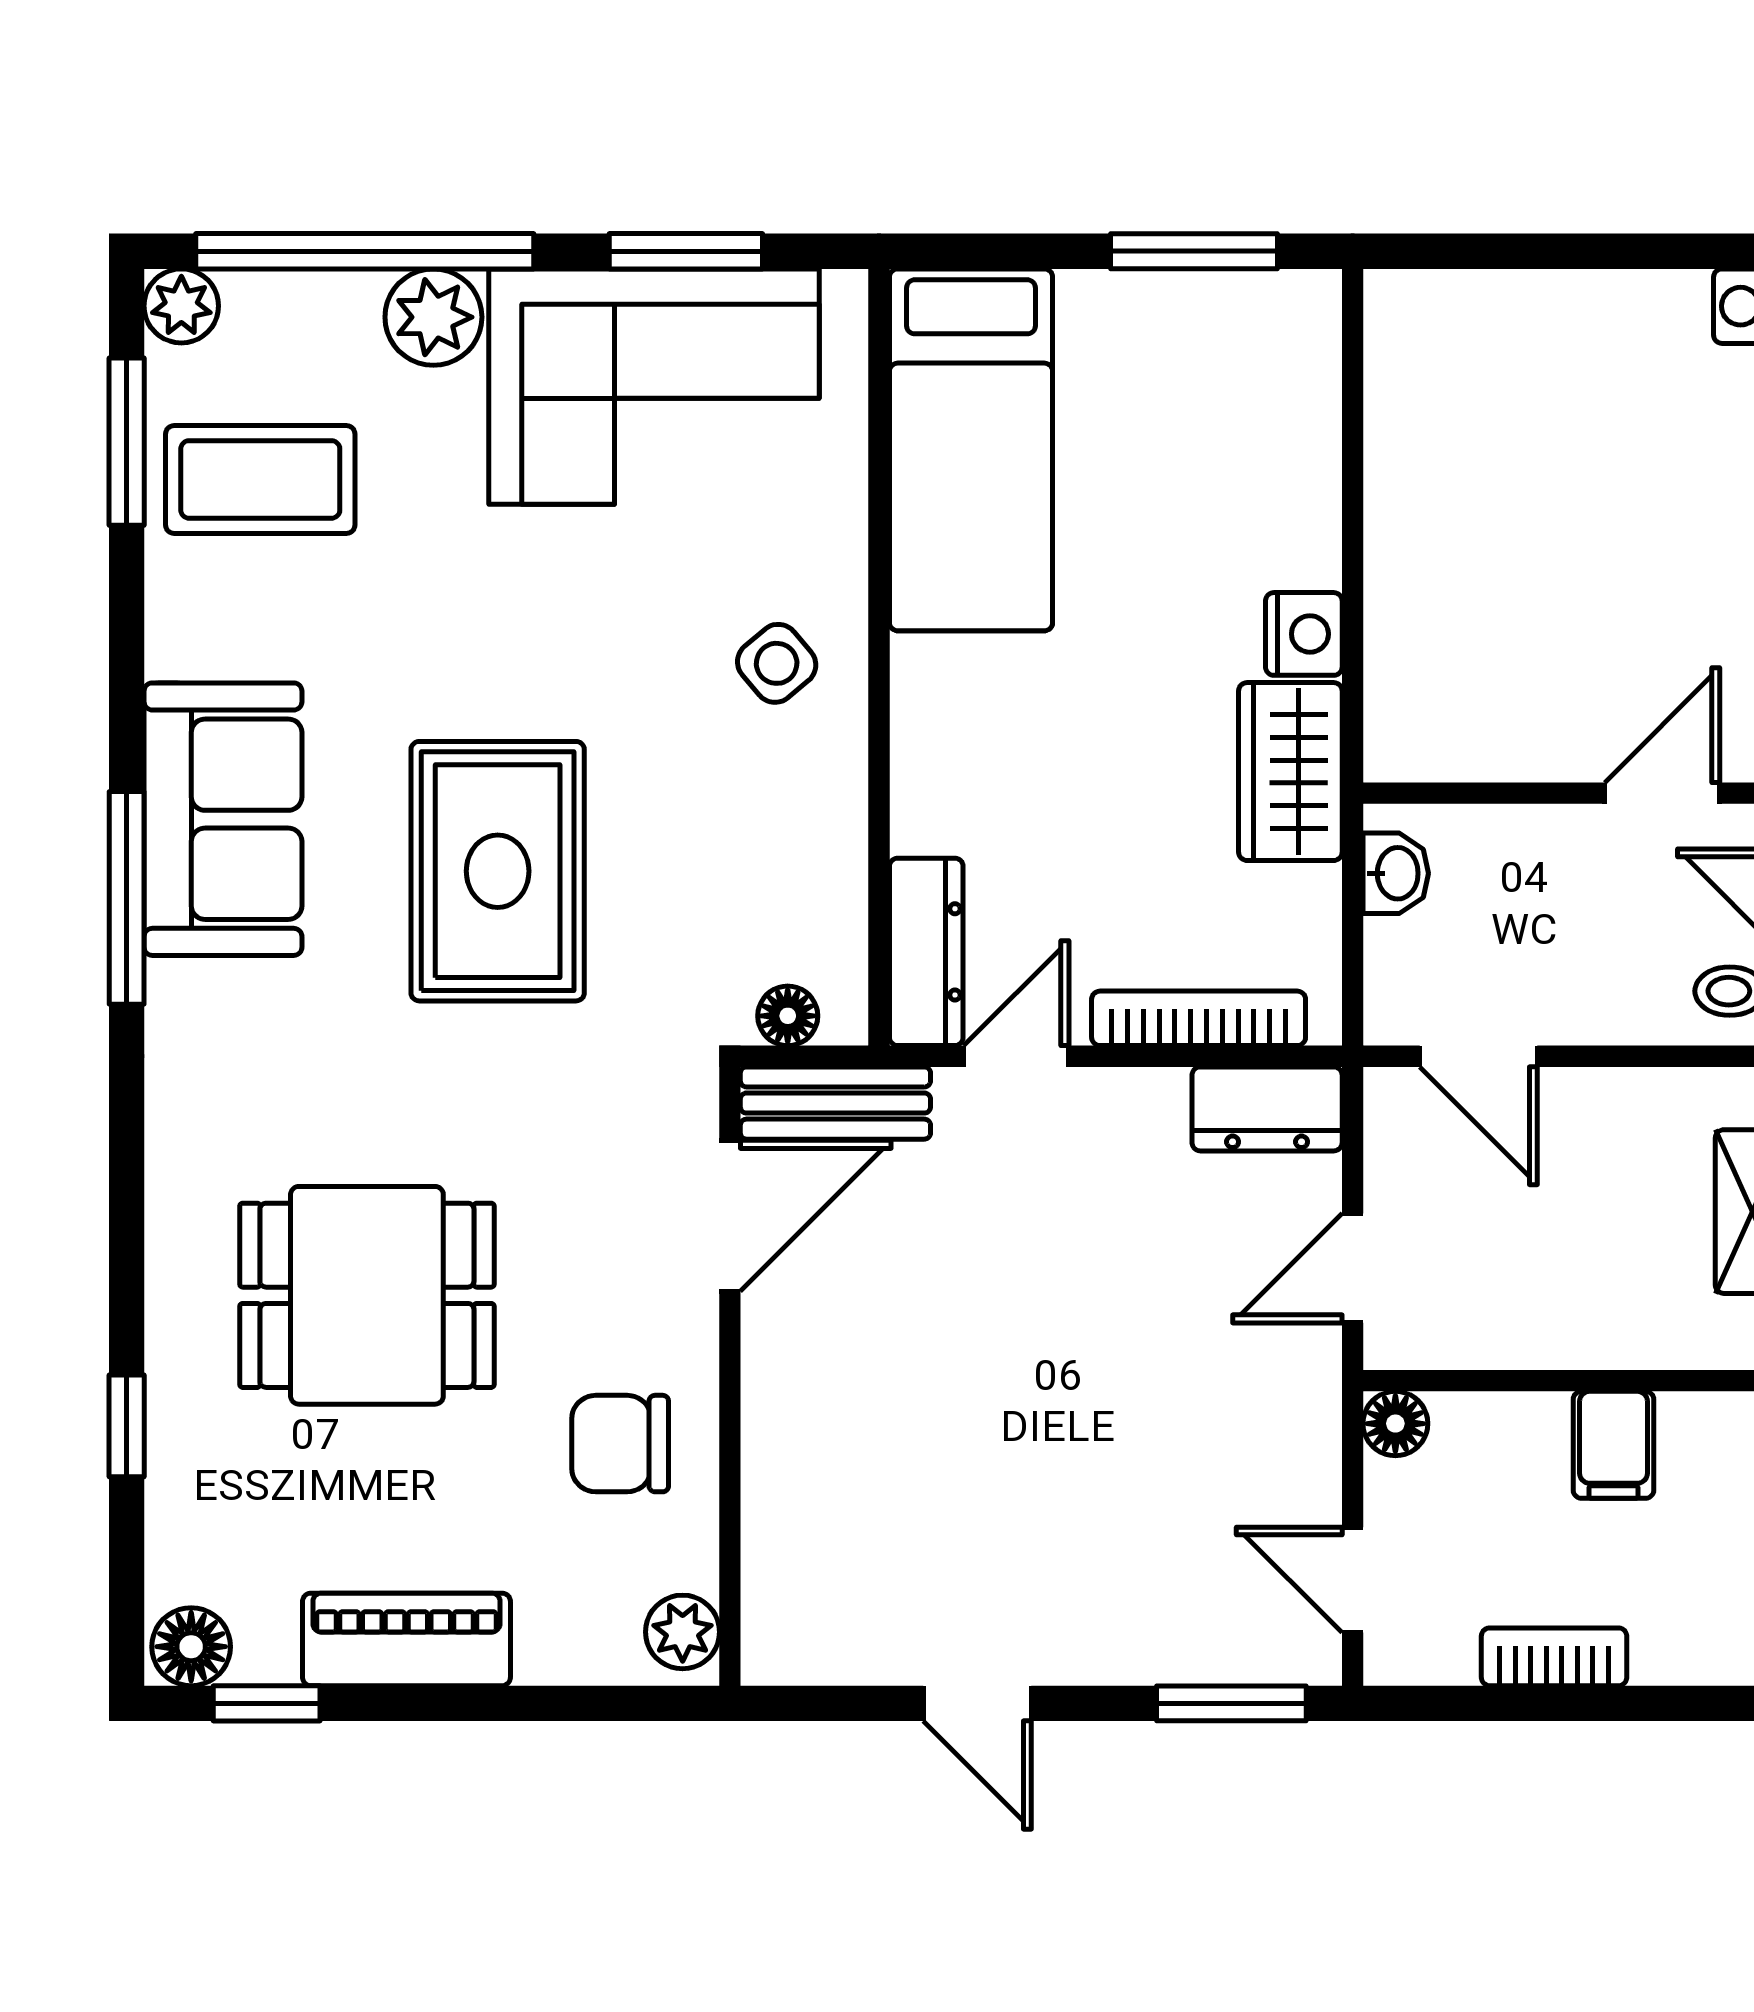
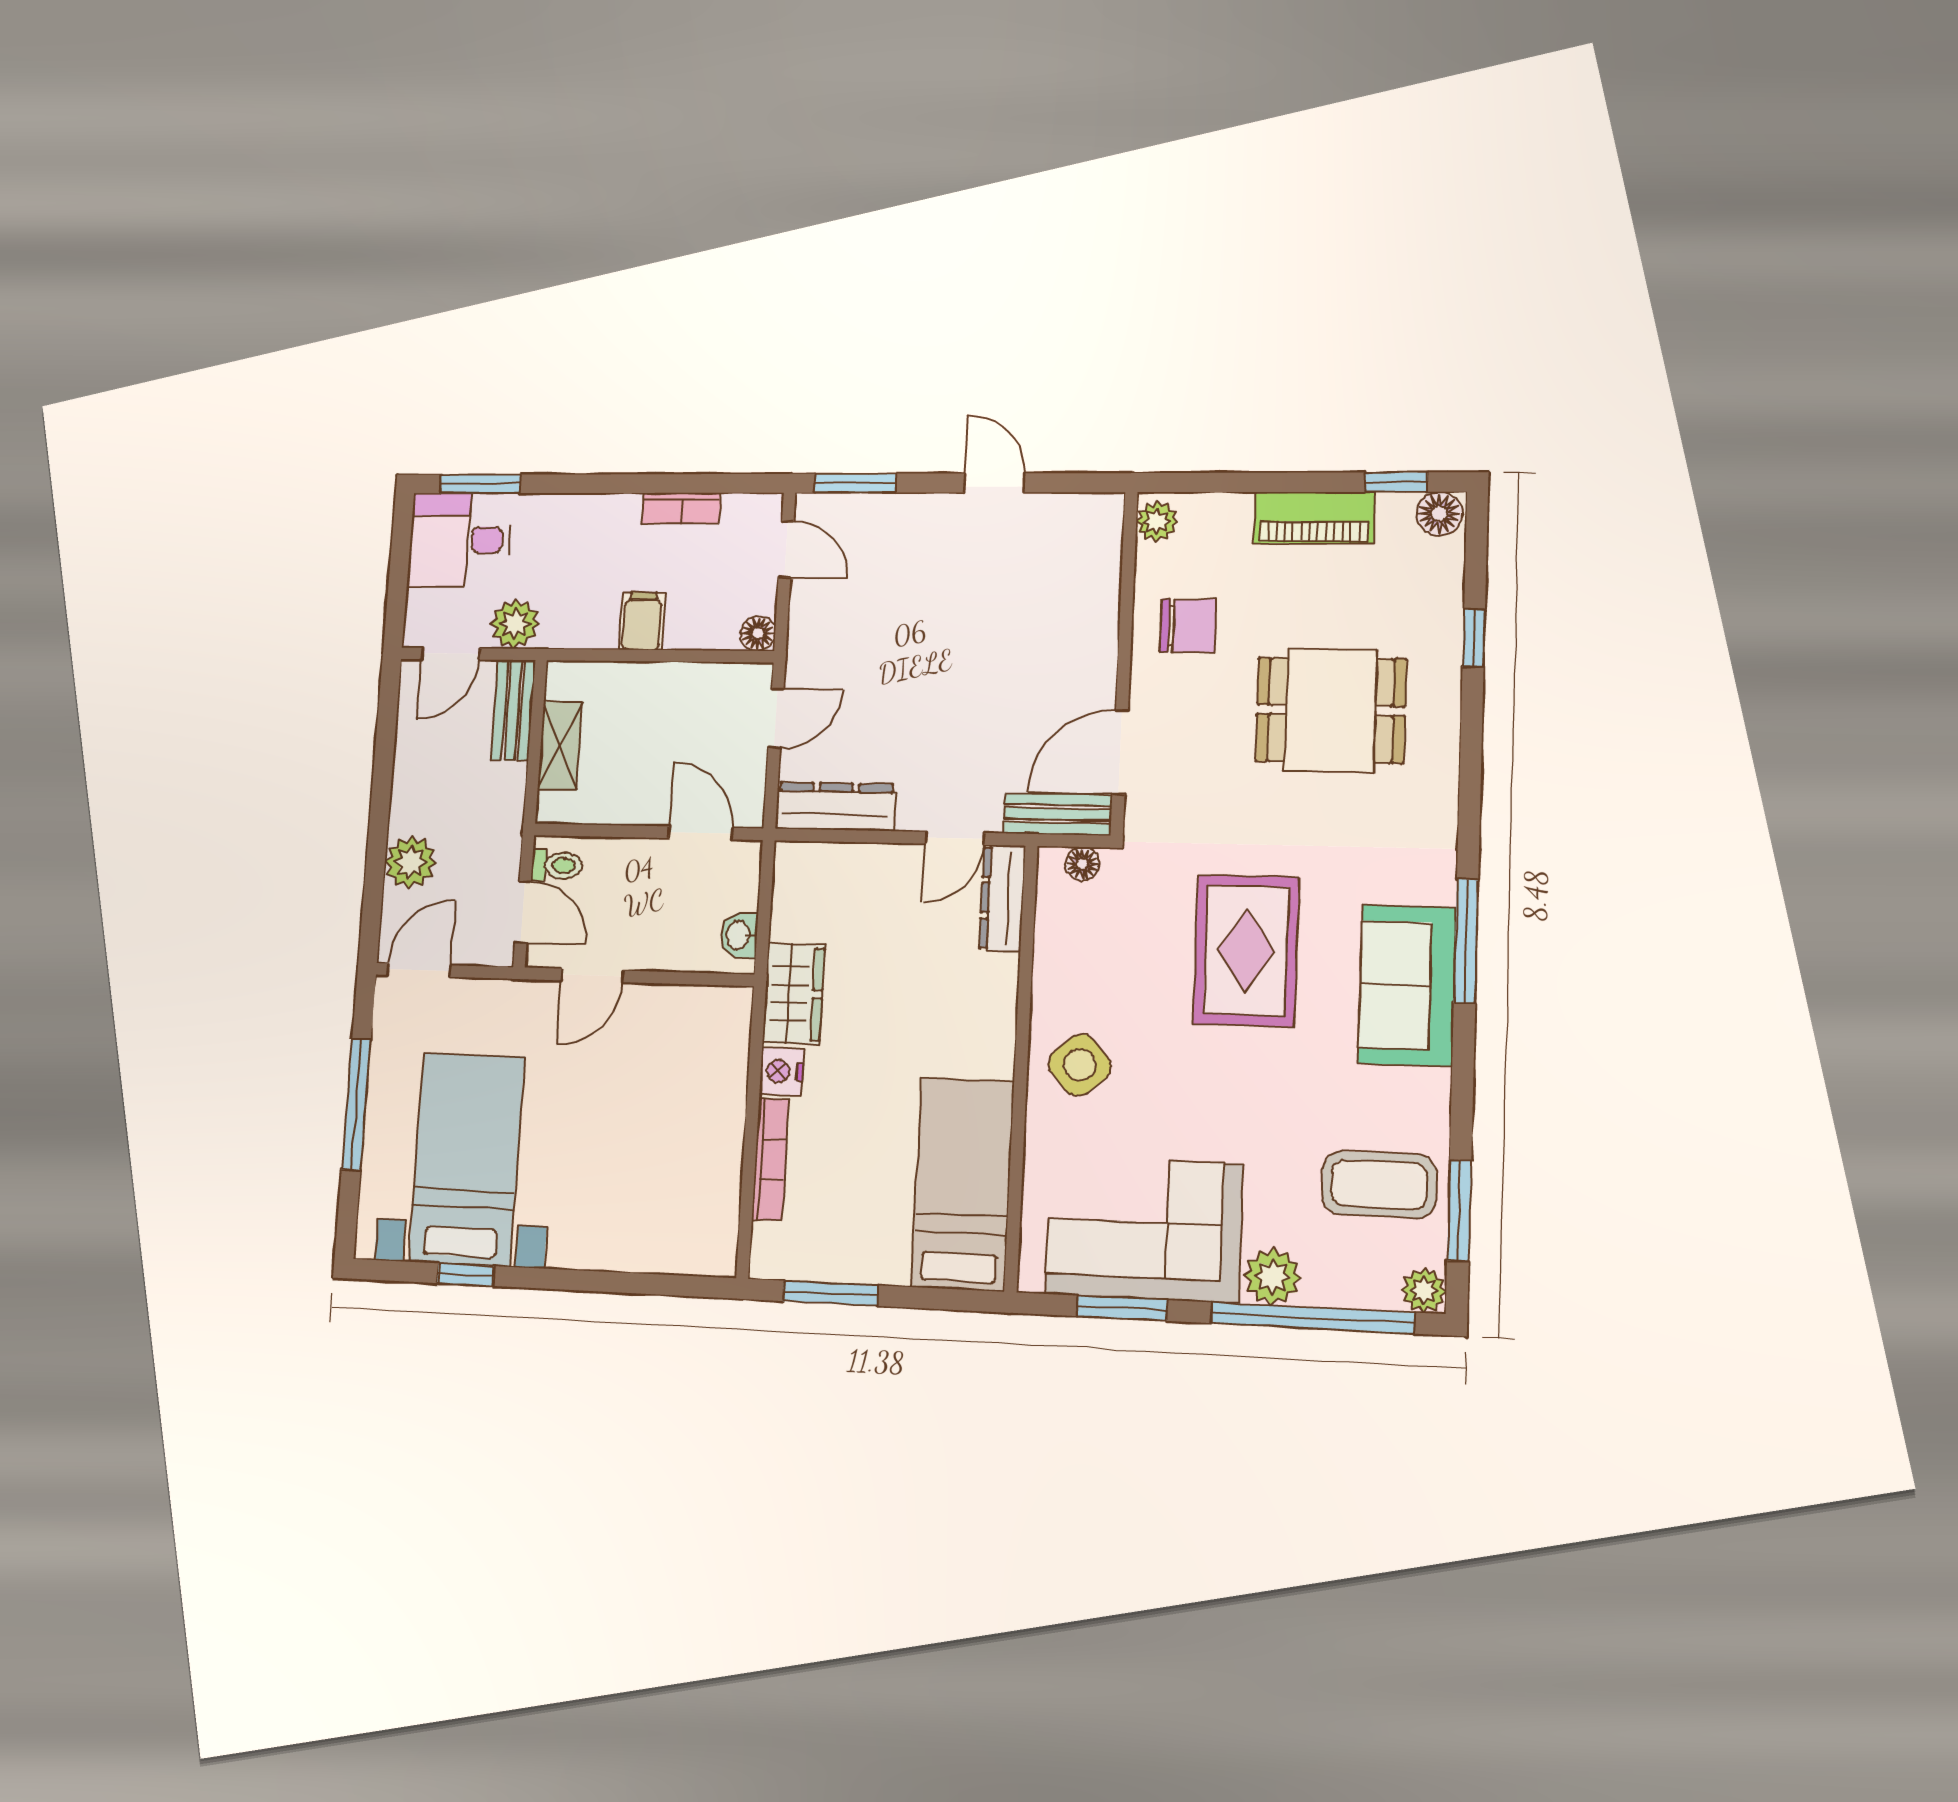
side table: (777, 663) -> (1080, 1065), width x1.37, depth x1.37
bookcase: (1199, 1018) -> (770, 1159), moved, turned -90
dresser: (1267, 1109) -> (835, 807), width x1.44

